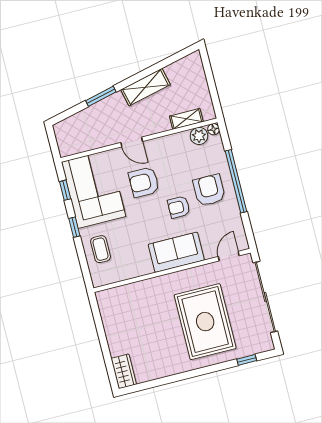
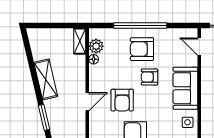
shelving: (186, 119) -> (80, 41), moved
floor lamp: (214, 129) -> (94, 59), moved
armchair: (179, 207) -> (149, 77), turned 90
side table: (137, 265) -> (188, 122), added

